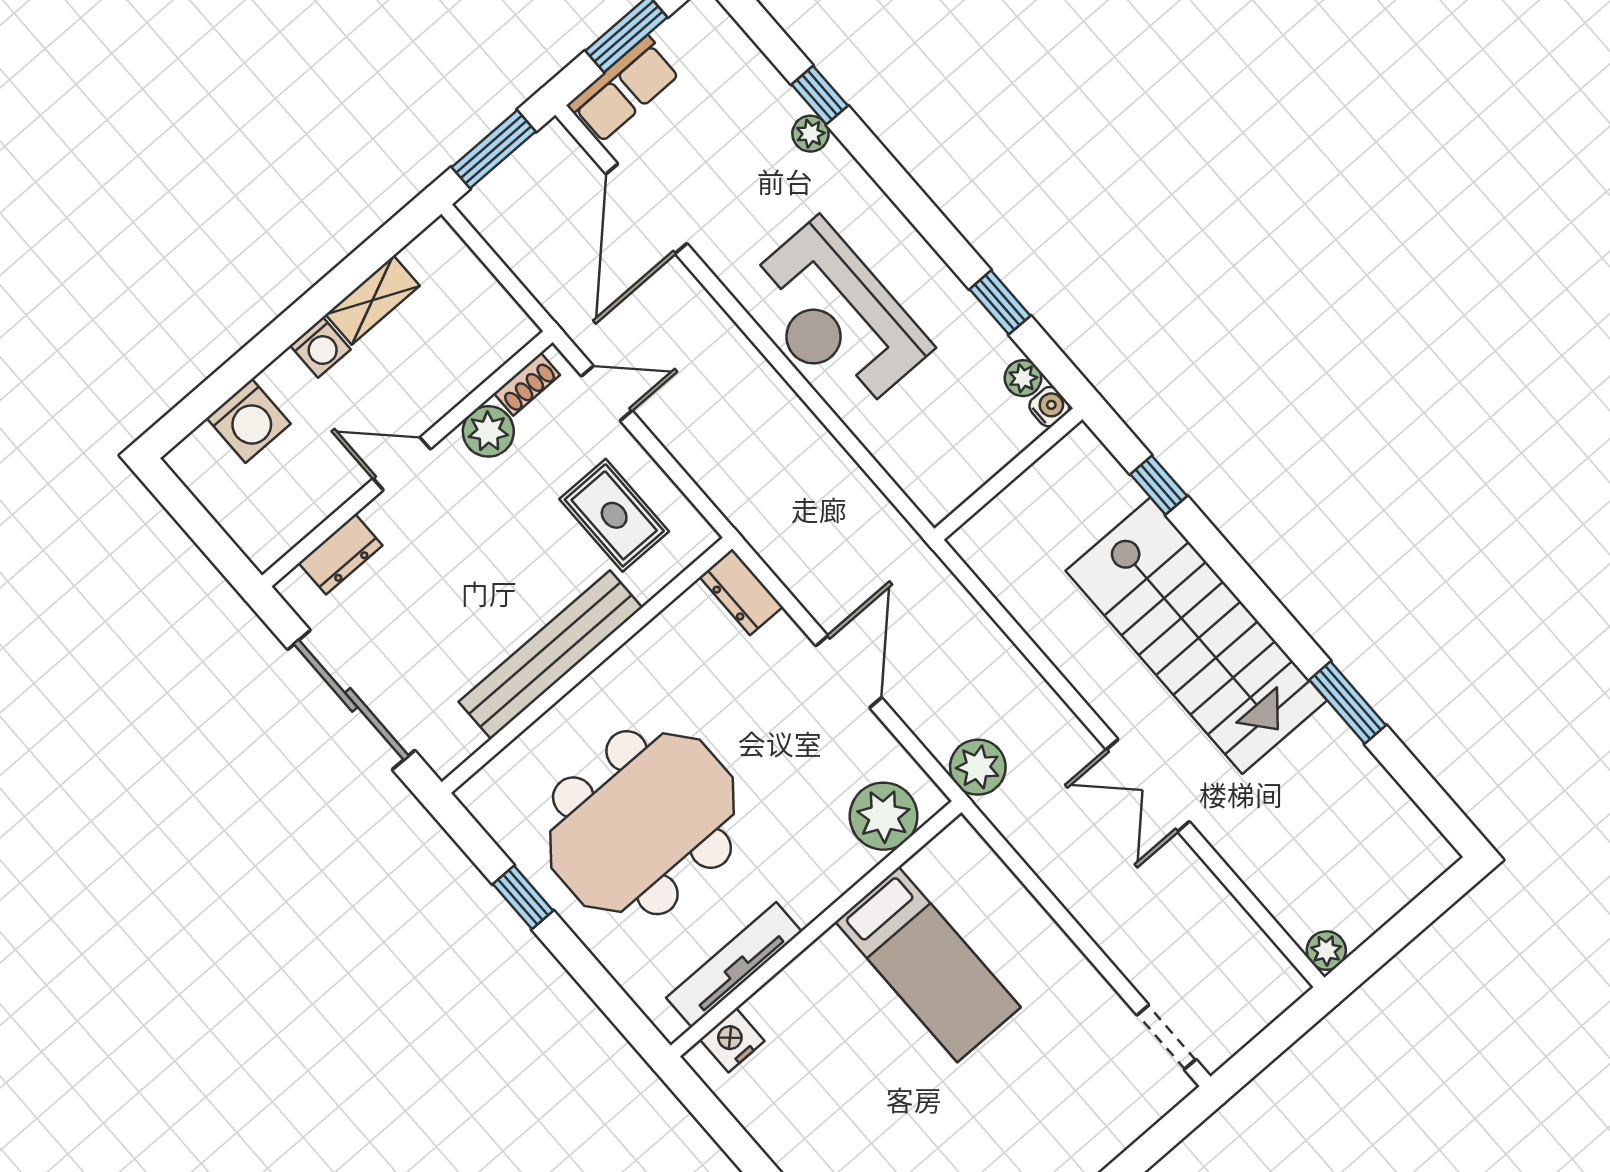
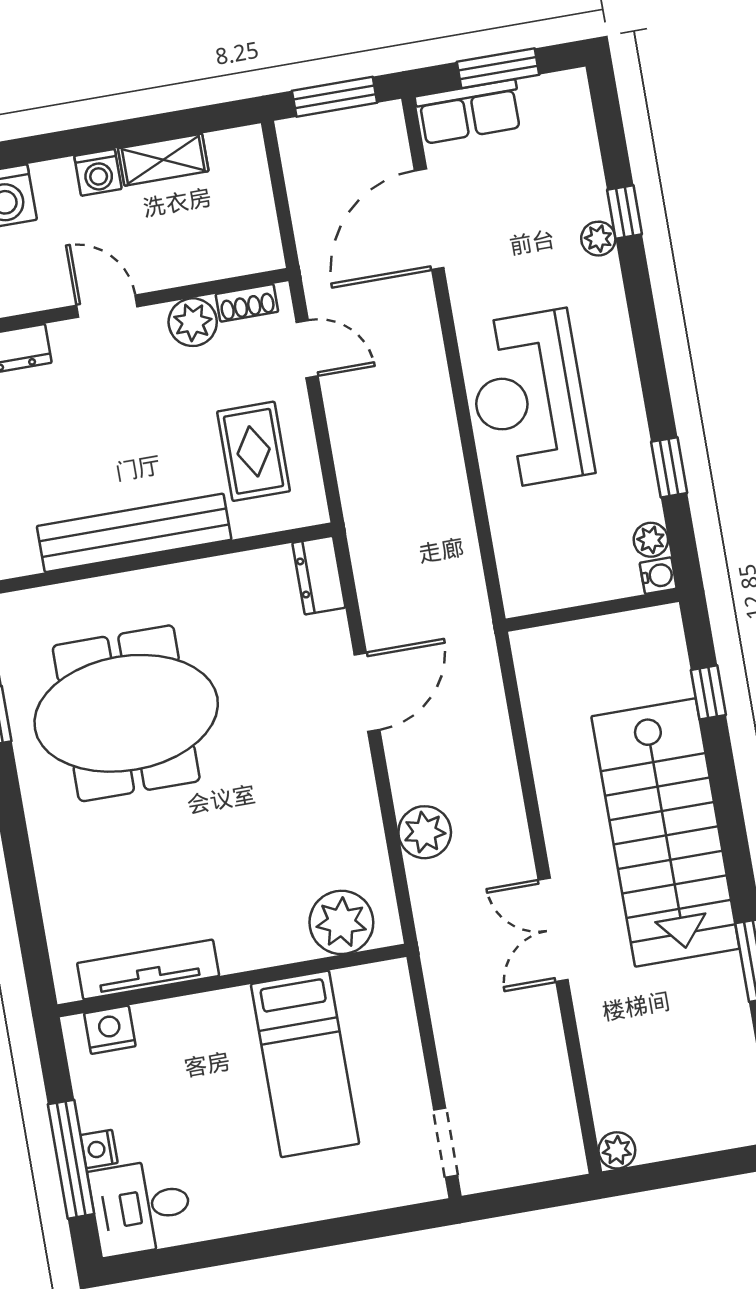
plant: (884, 816) -> (341, 922), moved
wall: (816, 929) -> (232, 981), moved
bed: (928, 964) -> (305, 1064), moved
tv unit: (734, 965) -> (148, 969), moved
nightstand: (732, 1040) -> (110, 1030), moved

